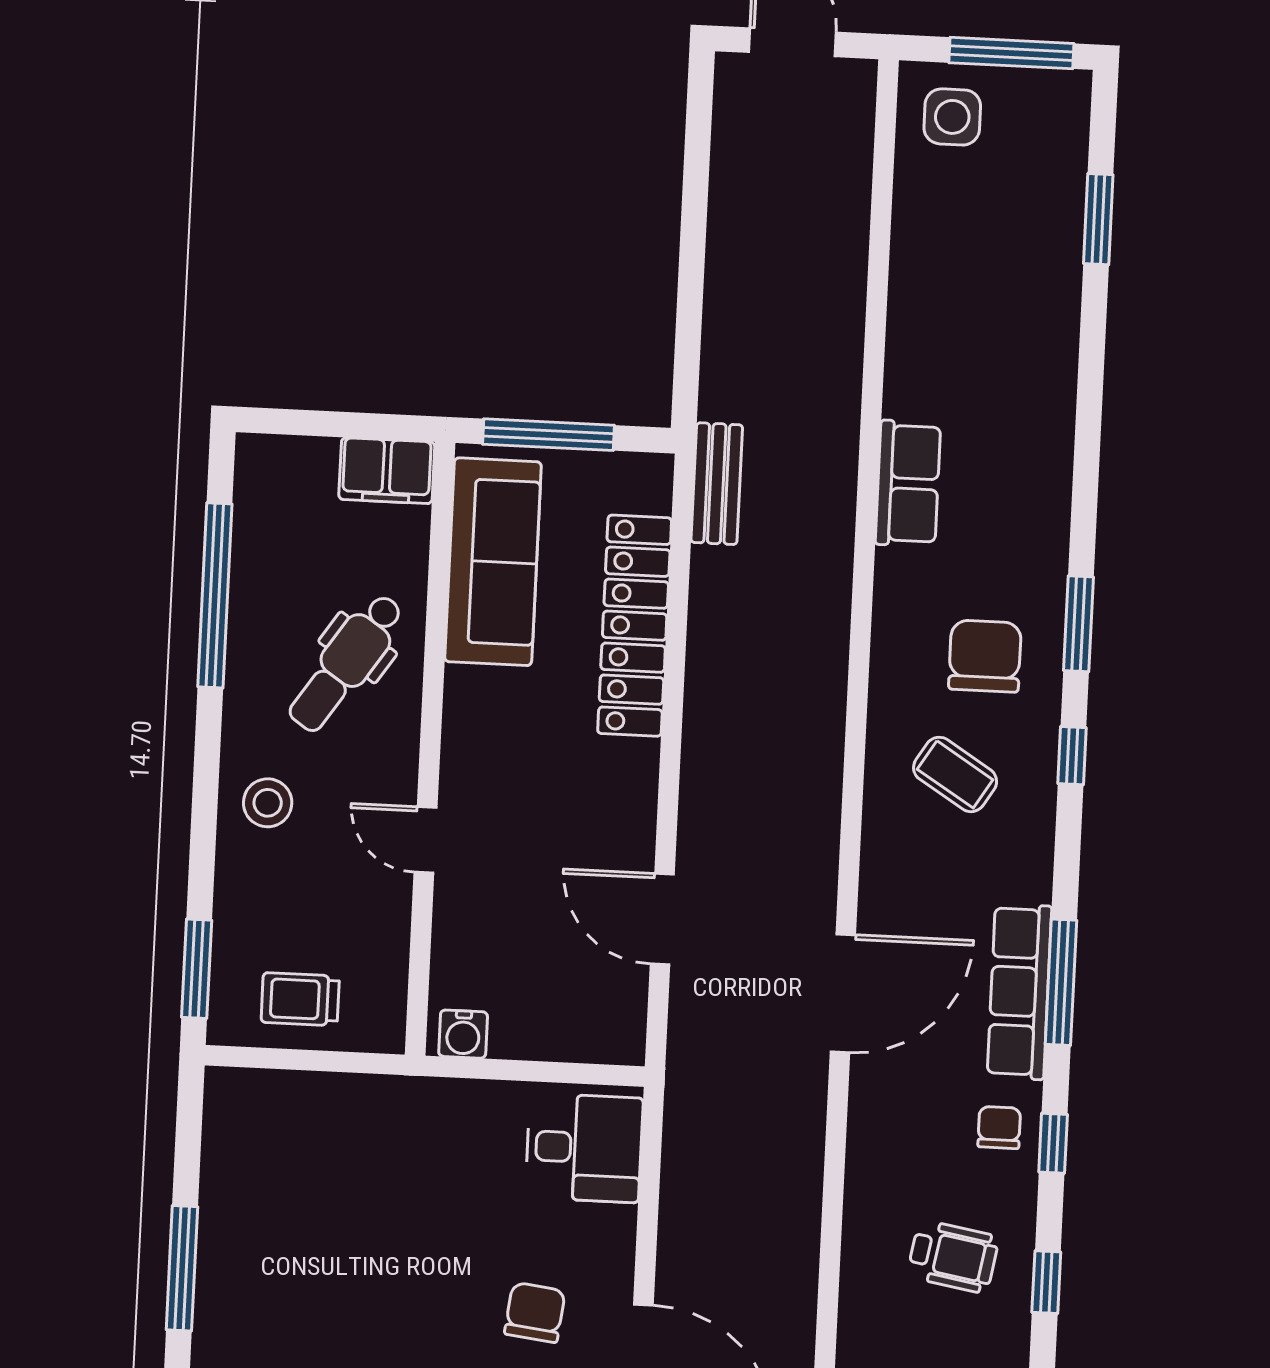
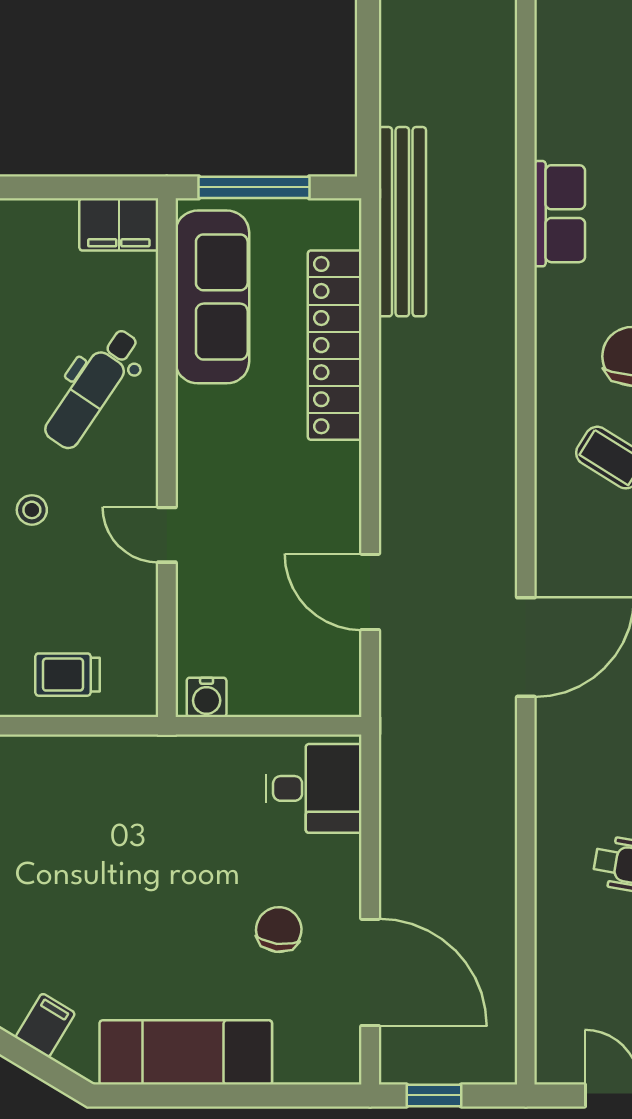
bench: (717, 484) -> (402, 222), width x1.86, depth x1.21
stool: (268, 803) -> (32, 510), width x0.73, depth x0.73

